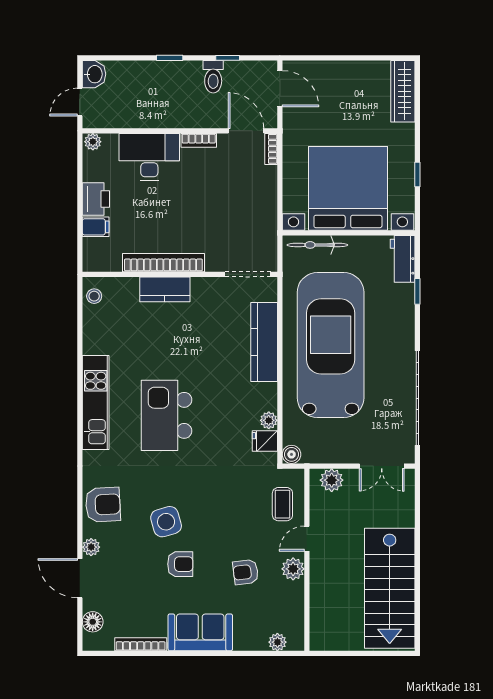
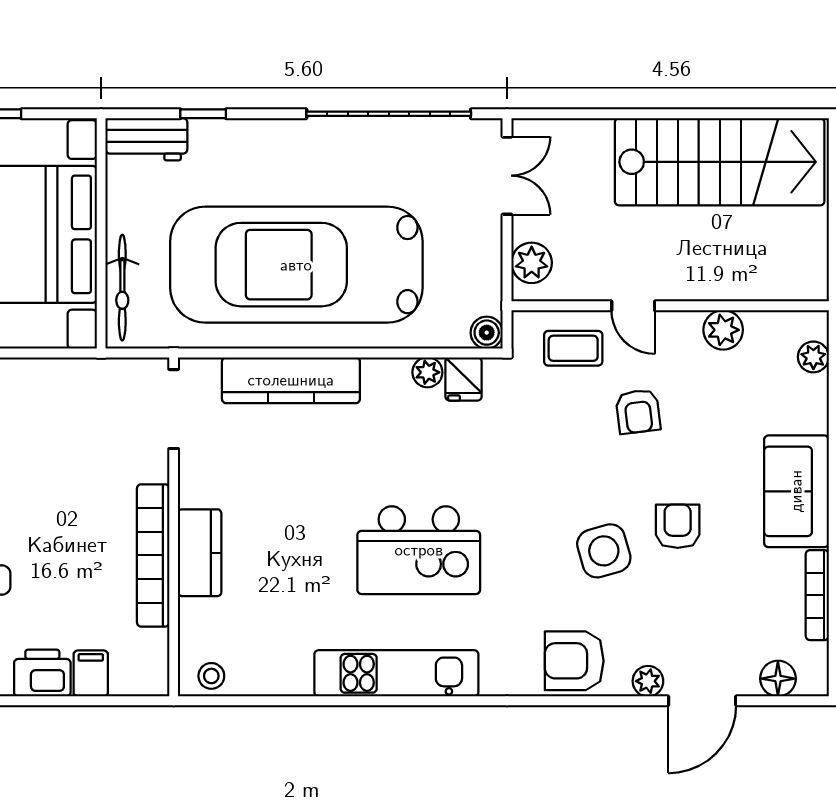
armchair: (103, 505) -> (574, 661), turned -87
plant: (293, 569) -> (723, 330), moved
armchair: (246, 572) -> (638, 411), moved

